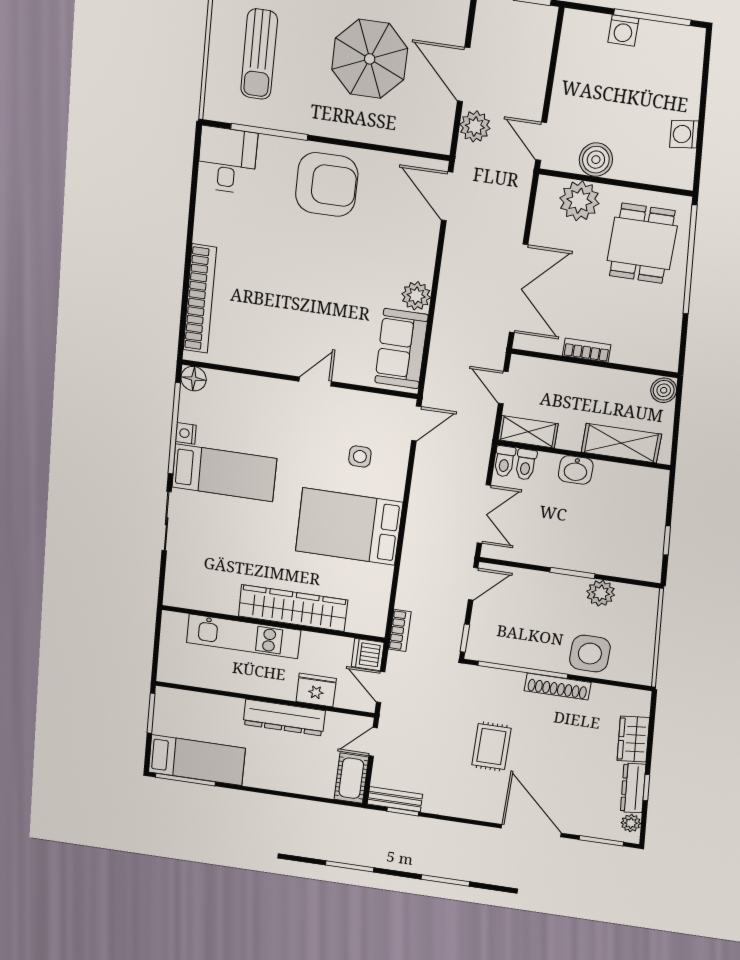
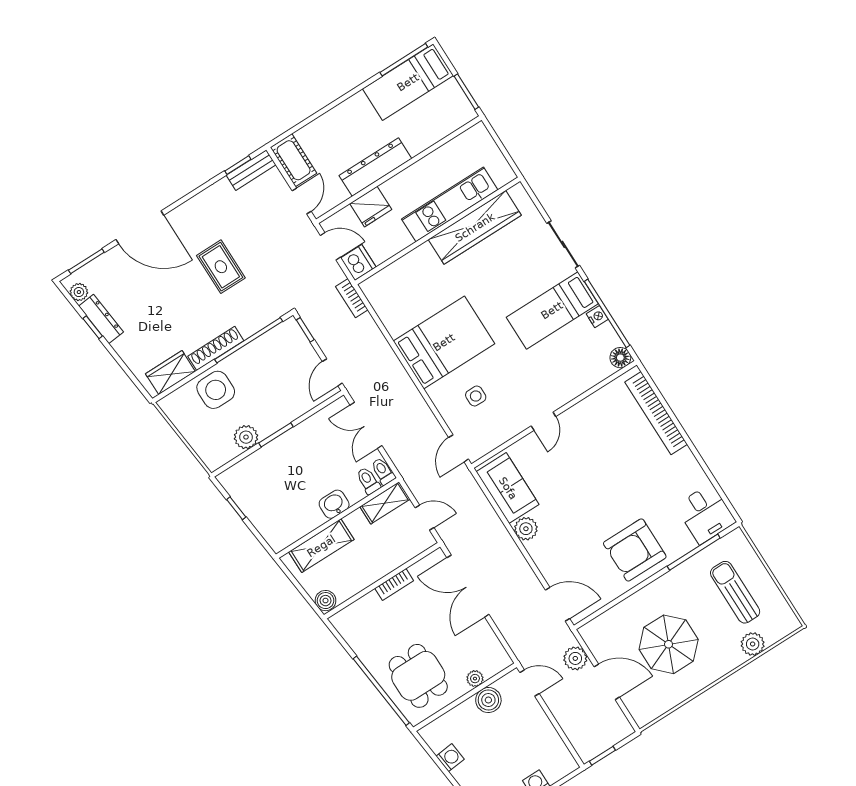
plant: (579, 201) -> (475, 679), width x0.53, depth x0.53
wardrobe: (293, 608) -> (475, 227), moved
wardrobe: (633, 739) -> (170, 373), moved, turned -84

